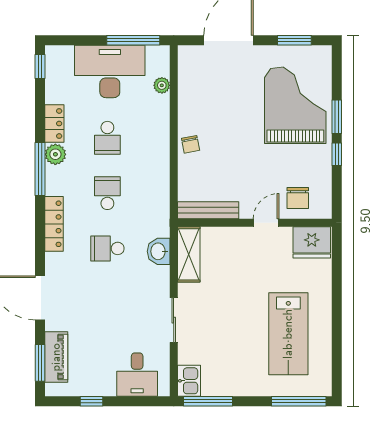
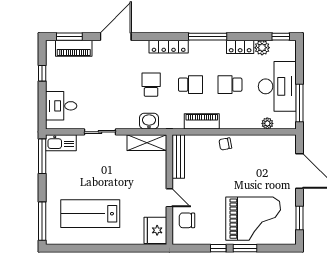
plant: (55, 154) -> (262, 48), moved
piano: (159, 177) -> (202, 121), added
kitchen sink: (189, 381) -> (61, 143), width x1.38

